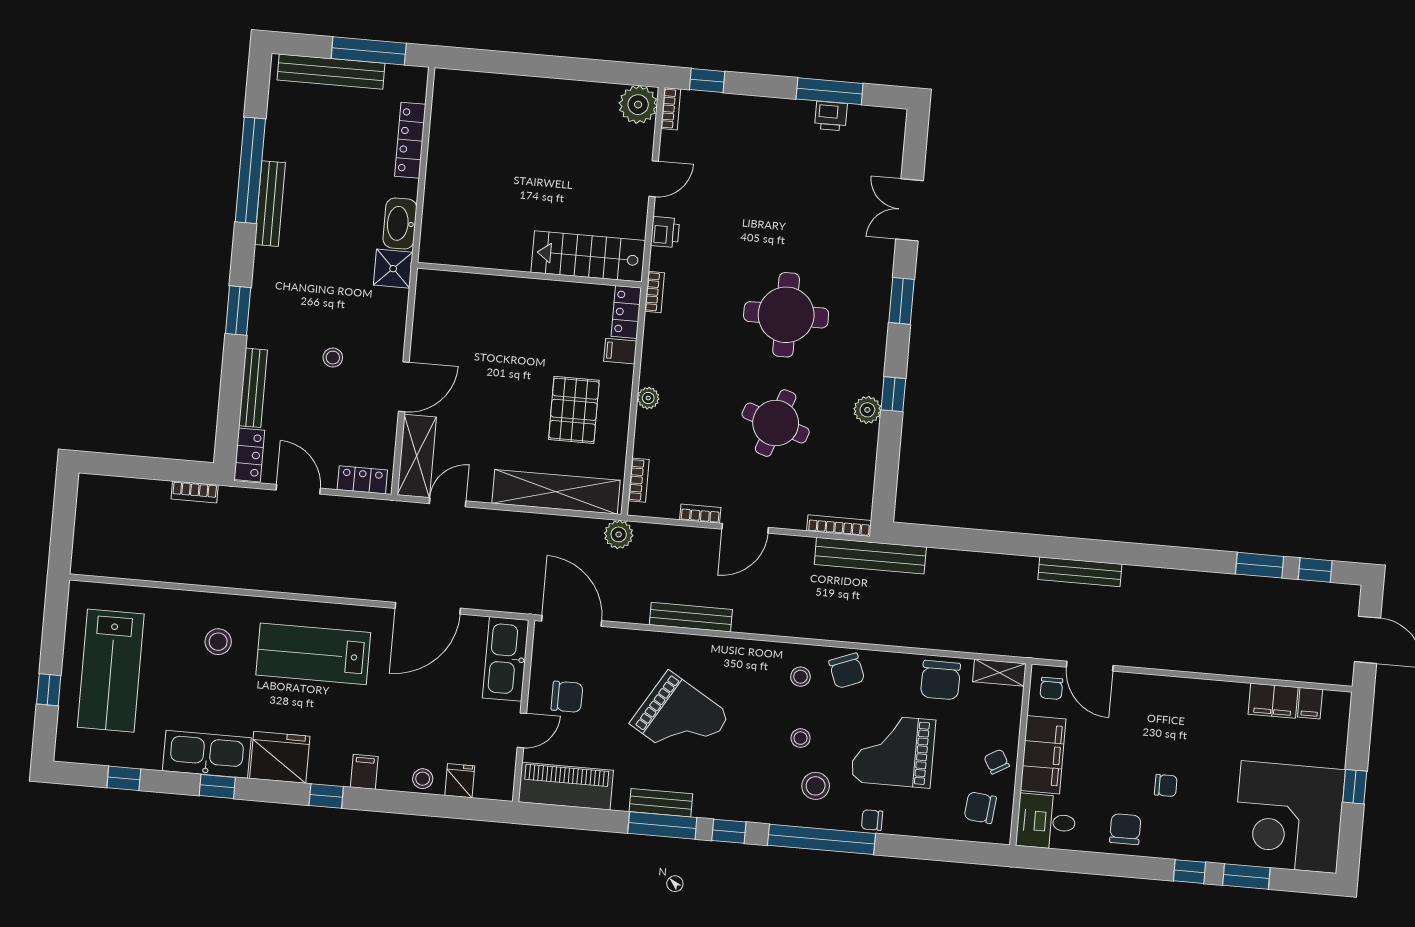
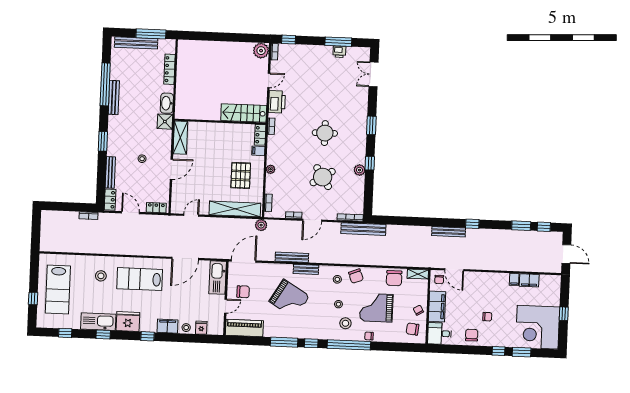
double door: (909, 210) -> (373, 74), moved
printer: (665, 232) -> (277, 102), width x1.87, depth x1.48
round table: (786, 315) -> (325, 133), width x0.73, depth x0.73
round table: (776, 423) -> (323, 177), turned 38
shelving: (417, 456) -> (180, 138), moved
window: (1139, 555) -> (472, 224), added
door: (572, 621) -> (244, 261), hinge flipped
filing cabinet: (1310, 703) -> (514, 279), moved
filing cabinet: (364, 772) -> (167, 326), width x2.00
bench: (661, 803) -> (306, 269), moved

